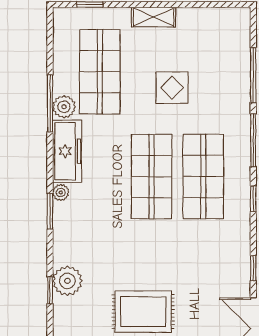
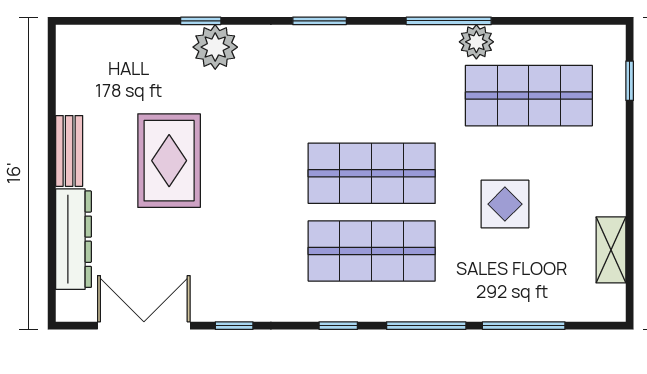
shelving: (153, 17) -> (611, 250), moved
window: (50, 103) -> (449, 21), moved
freezer: (67, 151) -> (410, 47), removed
plant: (61, 192) -> (348, 37), removed

